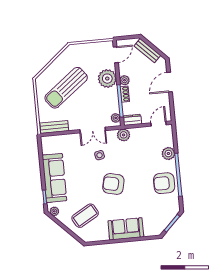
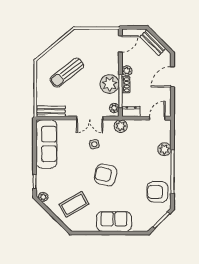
plant: (107, 79) -> (110, 84), moved
sun lounger: (66, 88) -> (67, 73), width x0.73, depth x0.75
sofa: (54, 178) -> (46, 144), moved
armchair: (164, 183) -> (157, 192), moved

